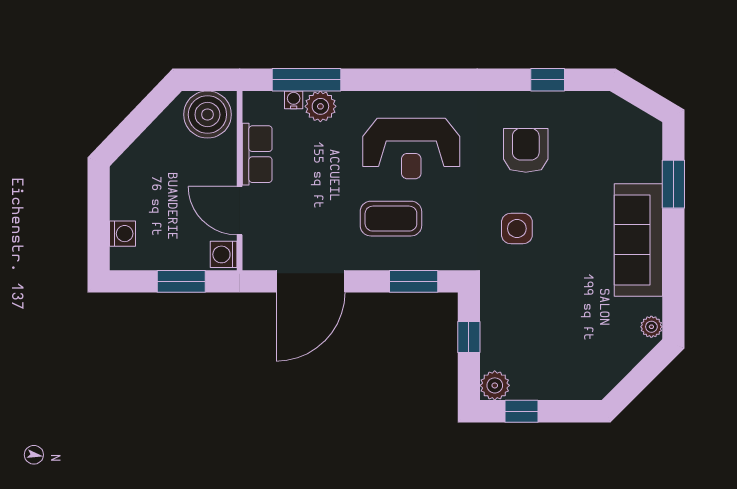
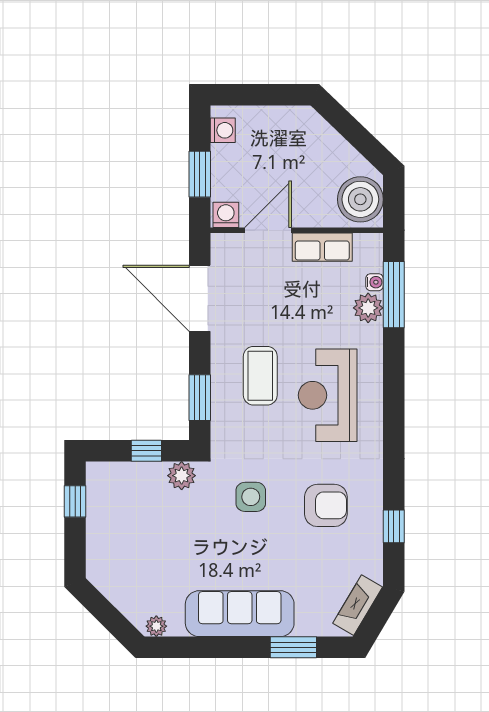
fireplace: (629, 117) -> (358, 605), added
washing machine: (123, 234) -> (223, 130), moved, turned -90
plant: (495, 385) -> (182, 476), moved

